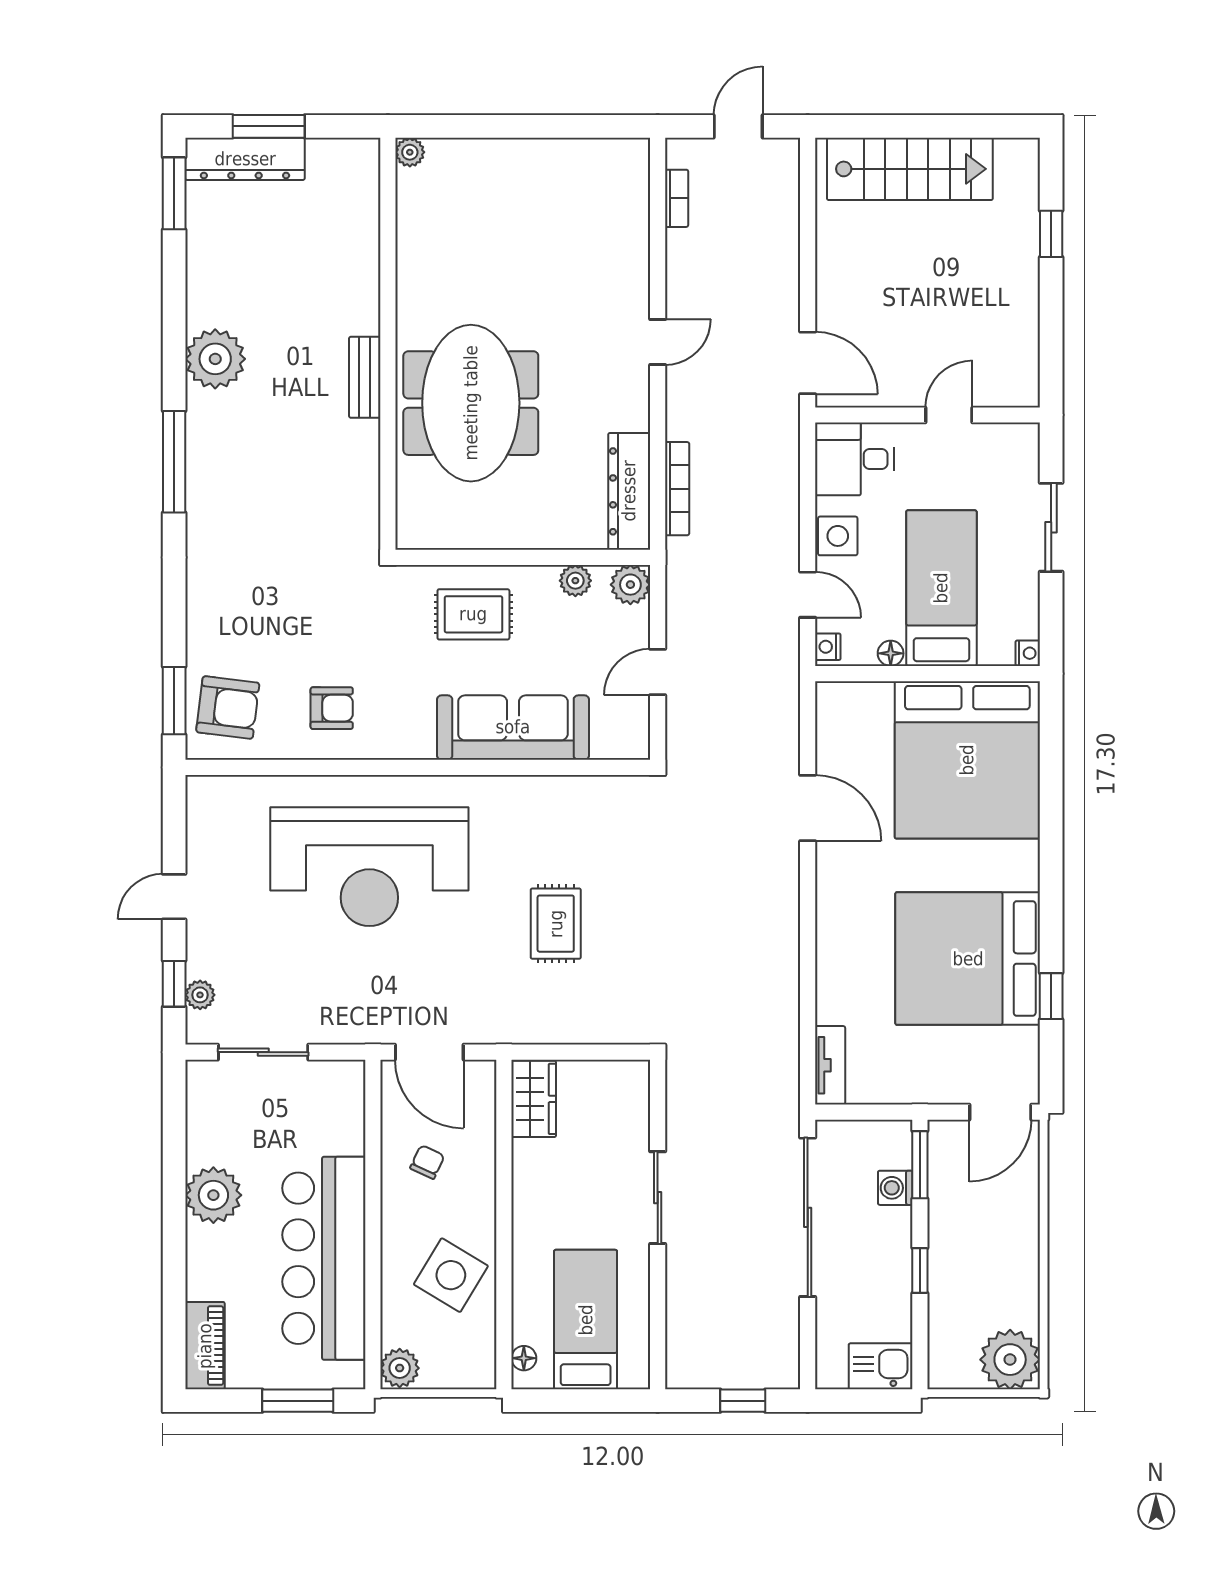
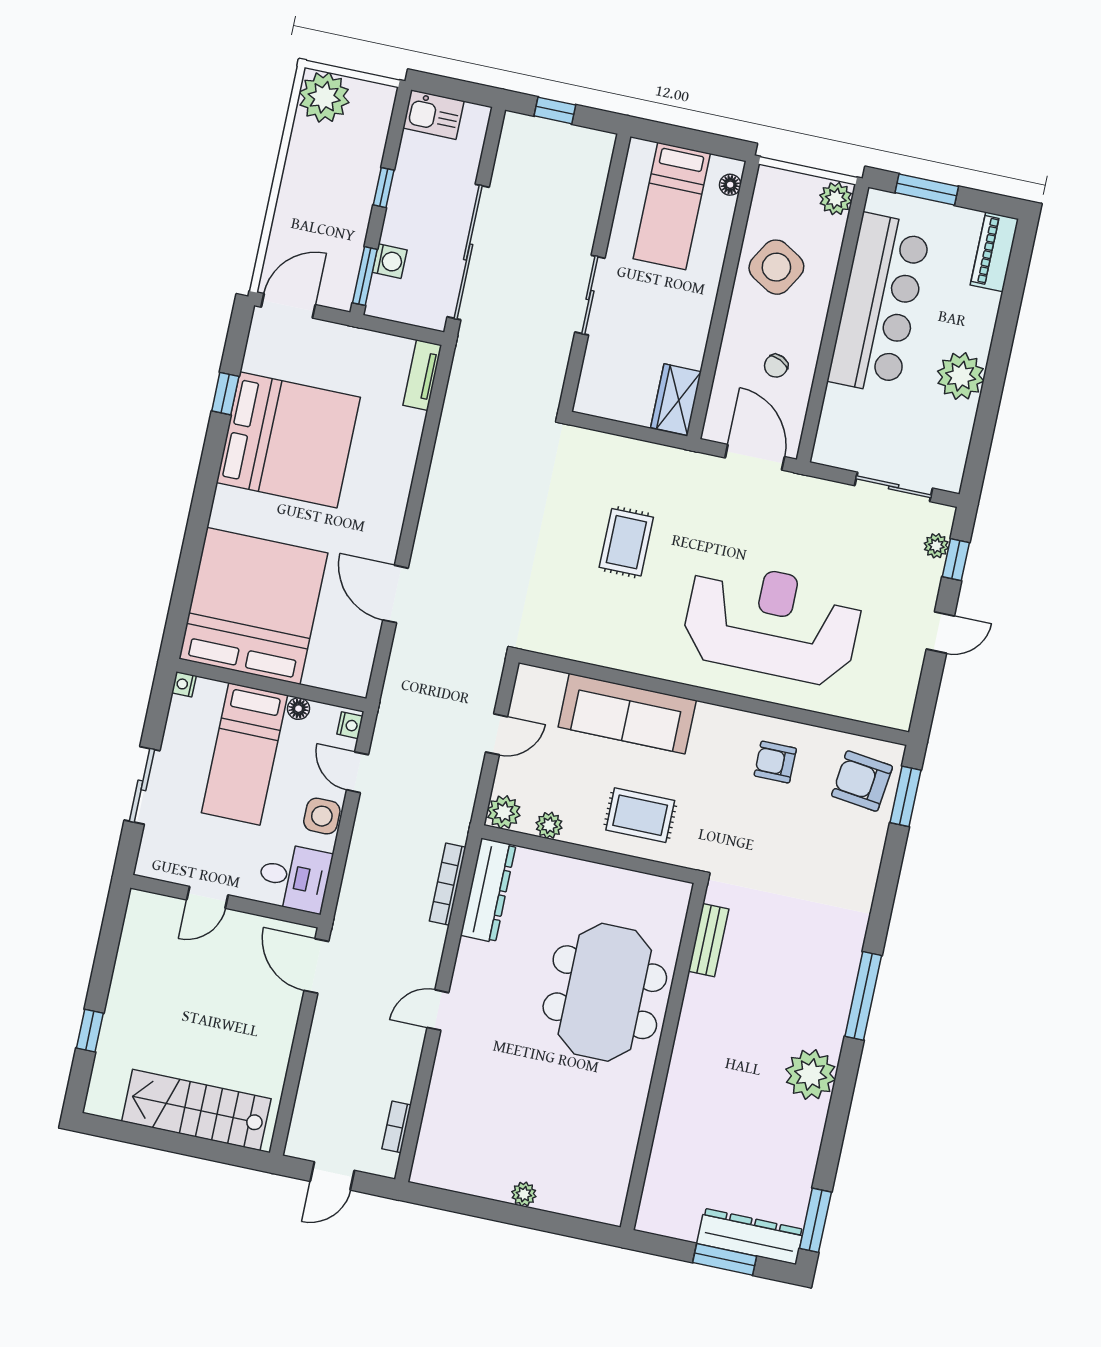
plant: (410, 152) -> (524, 1194), moved
bench: (365, 377) -> (709, 940), moved

